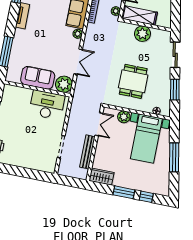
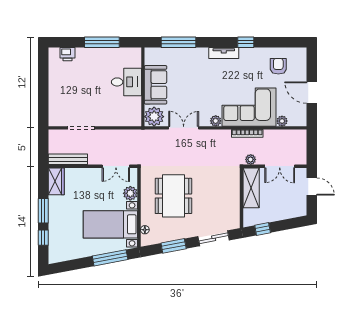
window: (176, 13) -> (263, 229), added
plant: (142, 34) -> (231, 196), removed
double door: (78, 62) -> (184, 128), swing flipped
dining table: (133, 81) -> (173, 196), width x1.38
desk: (47, 105) -> (126, 82), moved, width x0.73
bench: (87, 152) -> (68, 159), moved
window: (174, 157) -> (110, 258), moved

